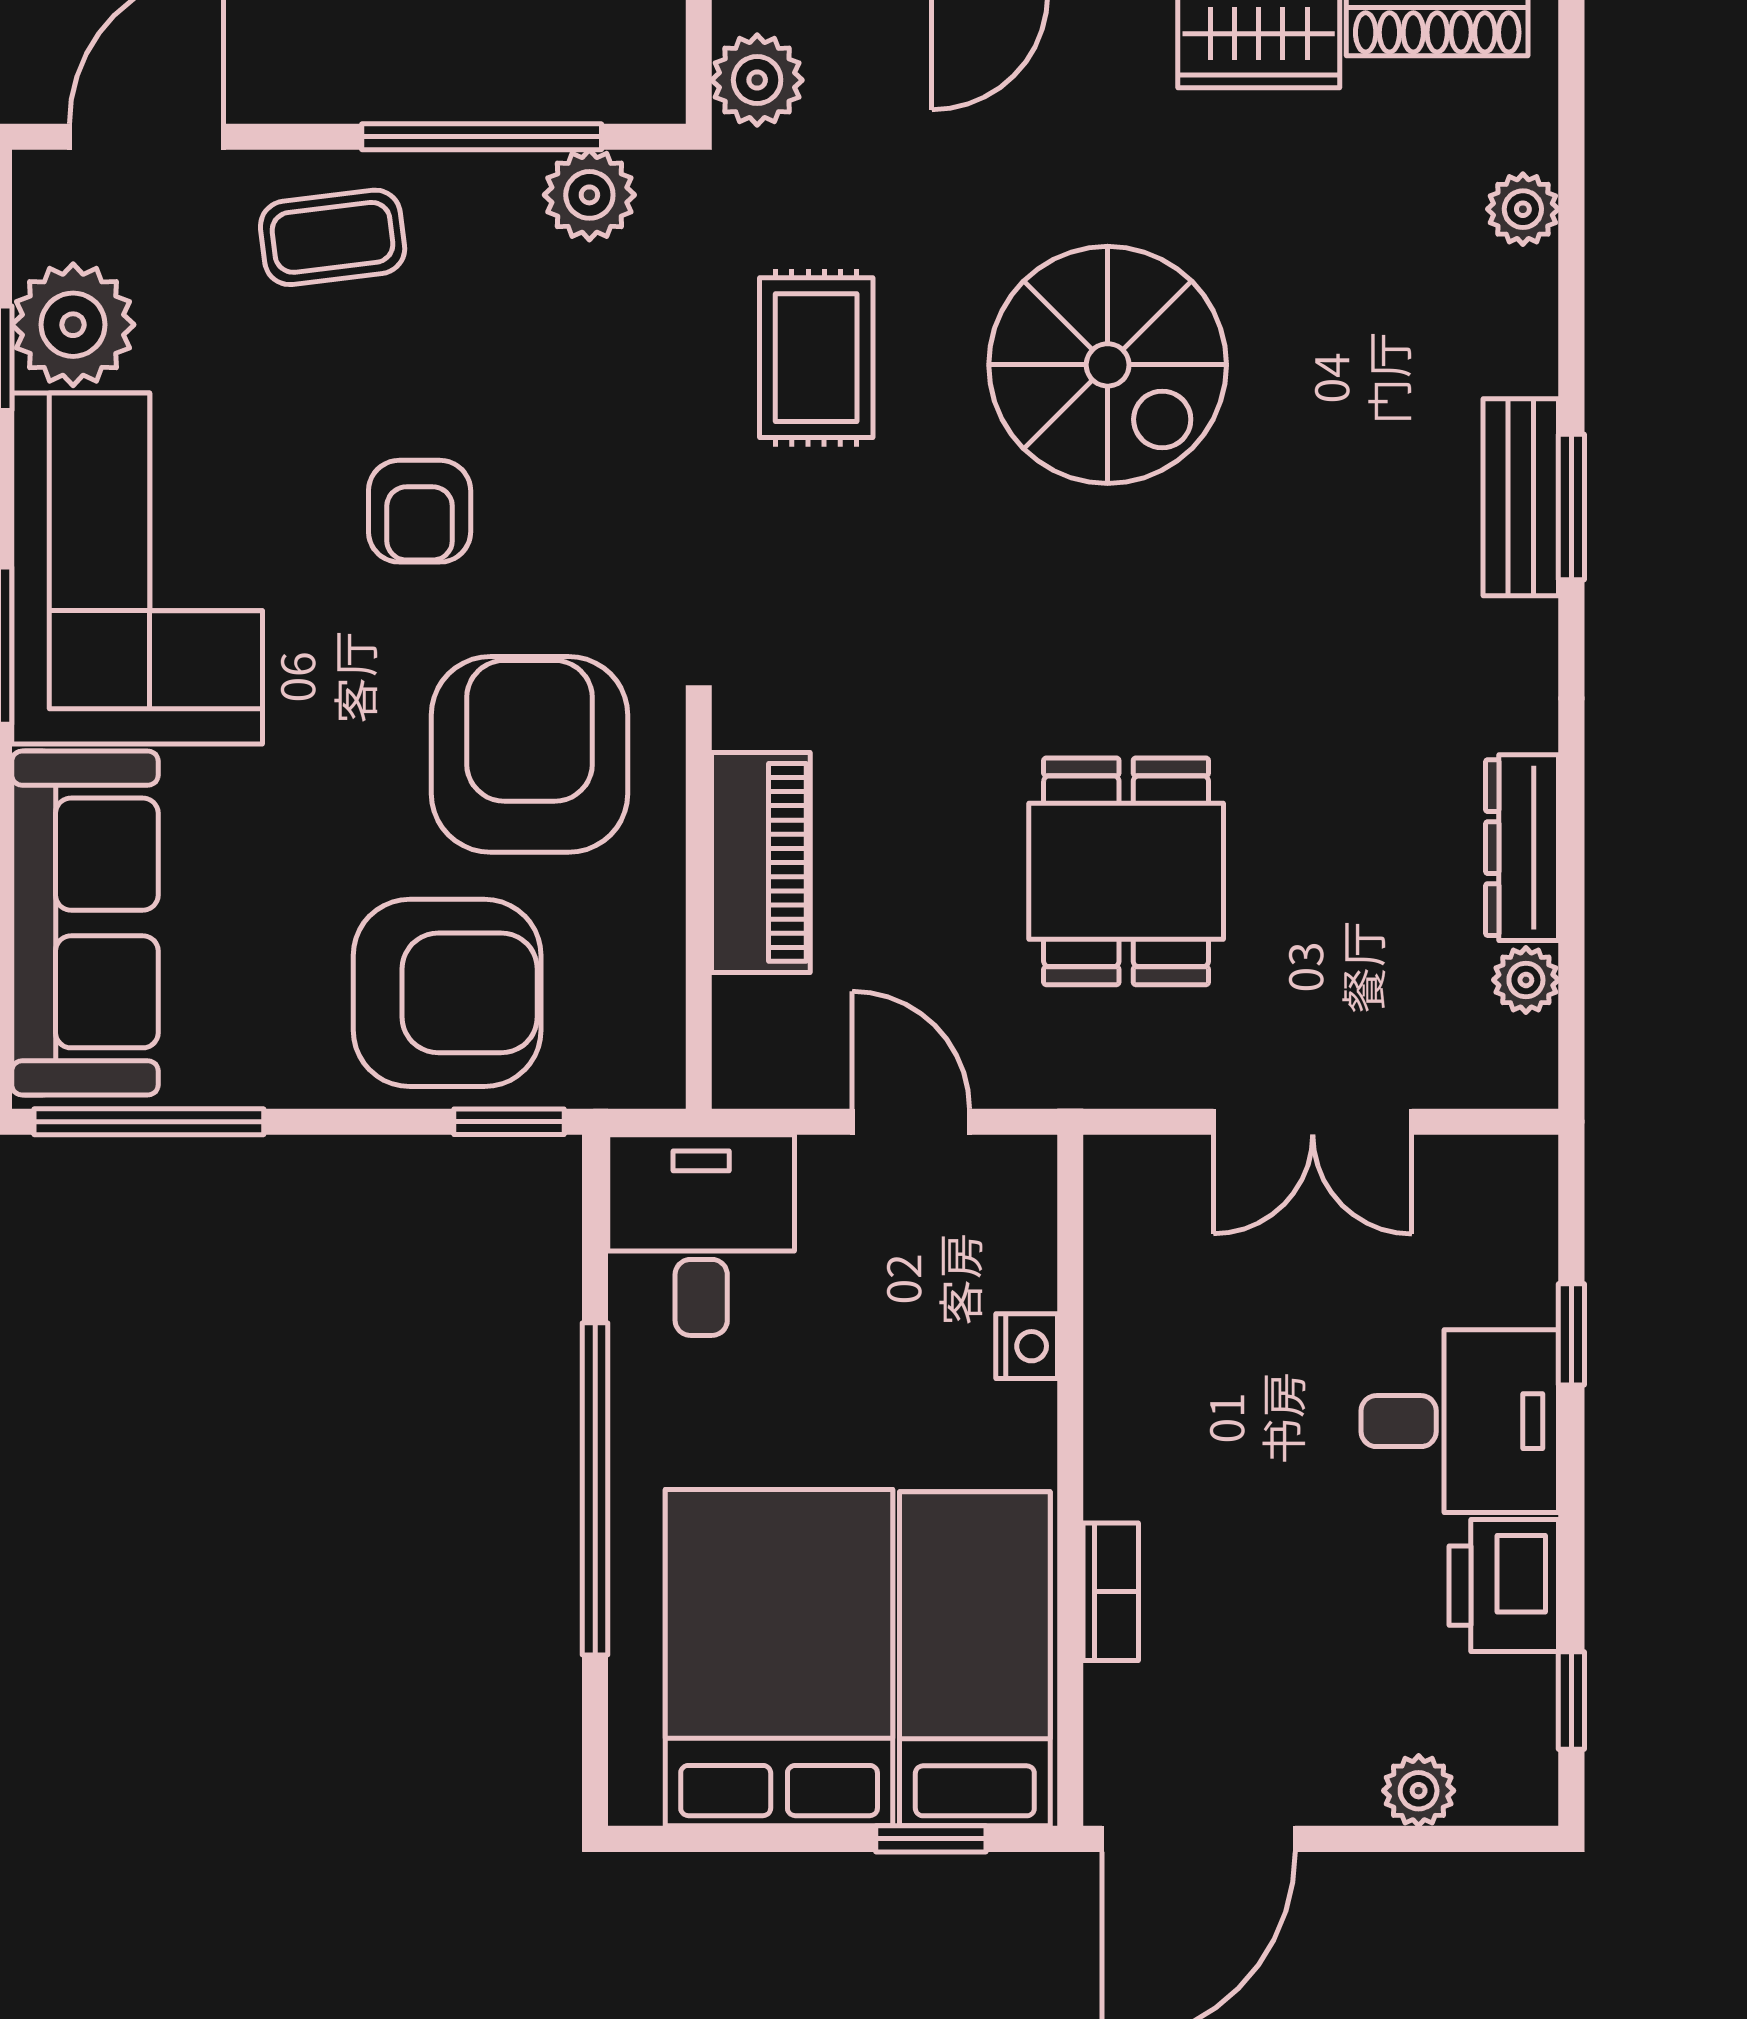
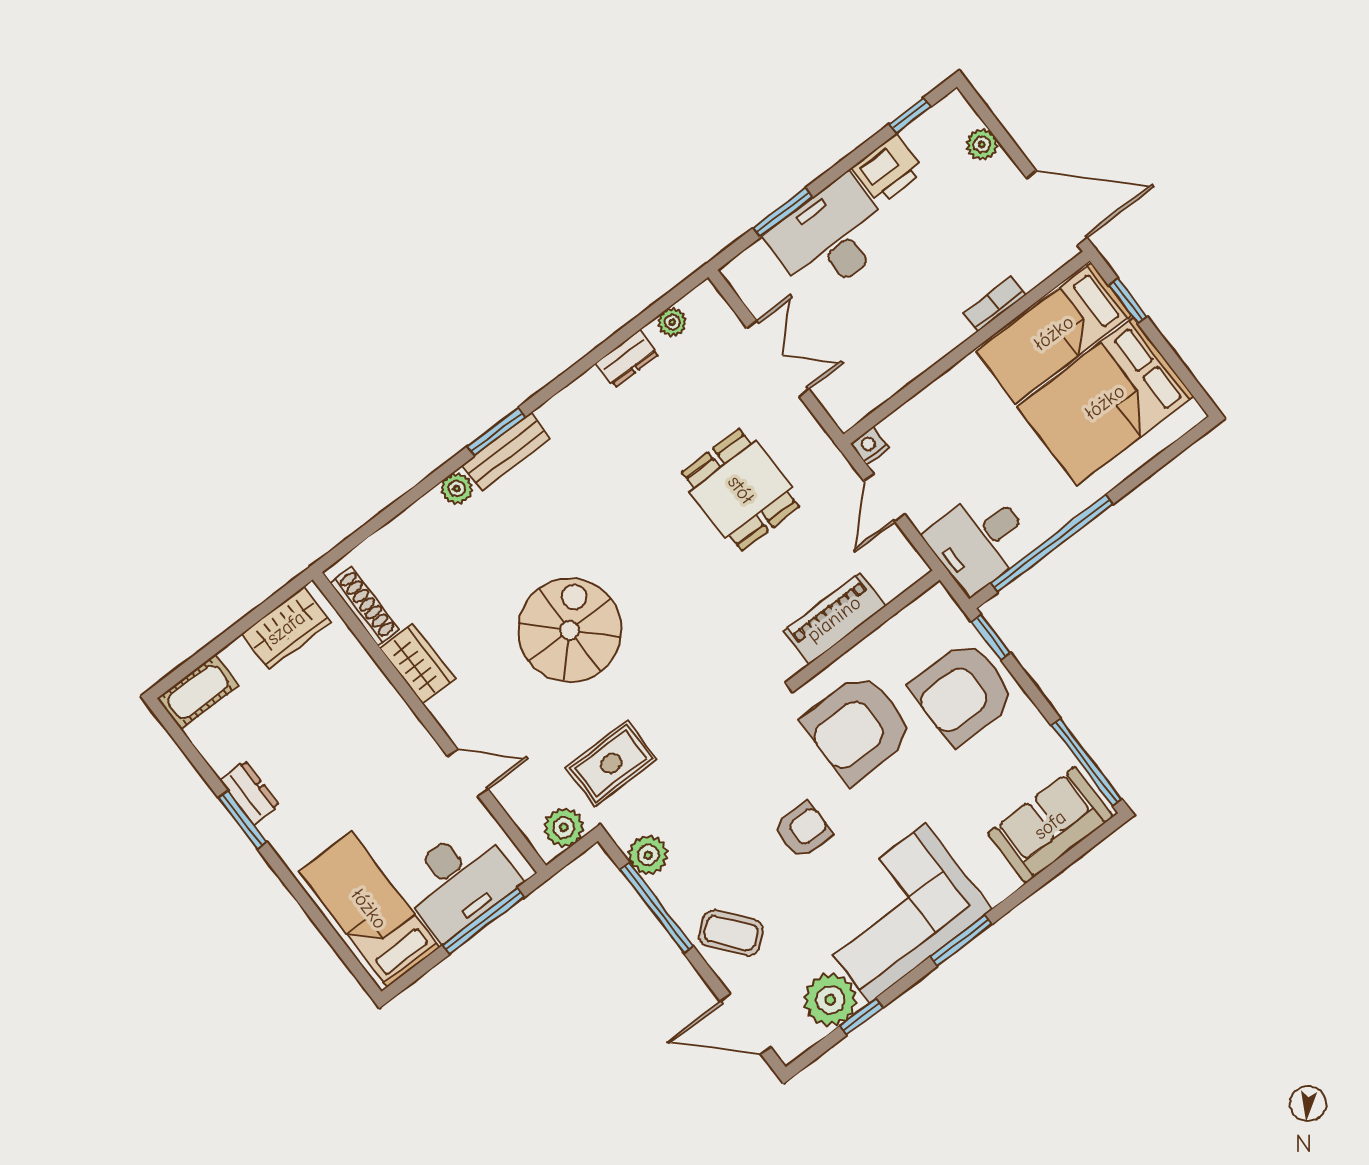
plant: (1523, 209) -> (457, 489), moved
coffee table: (333, 237) -> (731, 933), turned -32
rug: (816, 358) -> (611, 763), moved
dresser: (1522, 848) -> (627, 359), width x0.70
dining table: (1126, 871) -> (741, 490), turned 90
sofa: (85, 923) -> (1050, 825), width x0.73
armchair: (447, 993) -> (963, 693), turned -90
window: (1571, 1334) -> (783, 212), width x1.50
nightstand: (1027, 1346) -> (870, 446), moved
desk: (1460, 1421) -> (831, 237), width x1.37
window: (595, 1489) -> (1052, 544), moved

